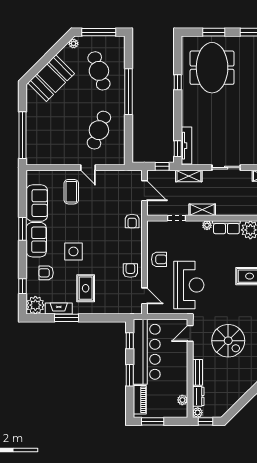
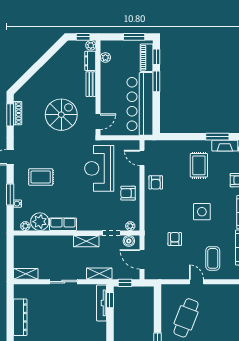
boiler: (158, 210) -> (129, 241), added
armchair: (132, 221) -> (175, 239), moved
plant: (207, 225) -> (130, 226), moved
side table: (73, 251) -> (202, 212), moved
window: (130, 341) -> (156, 57), moved
spiral stairs: (228, 341) -> (61, 115), turned 90

